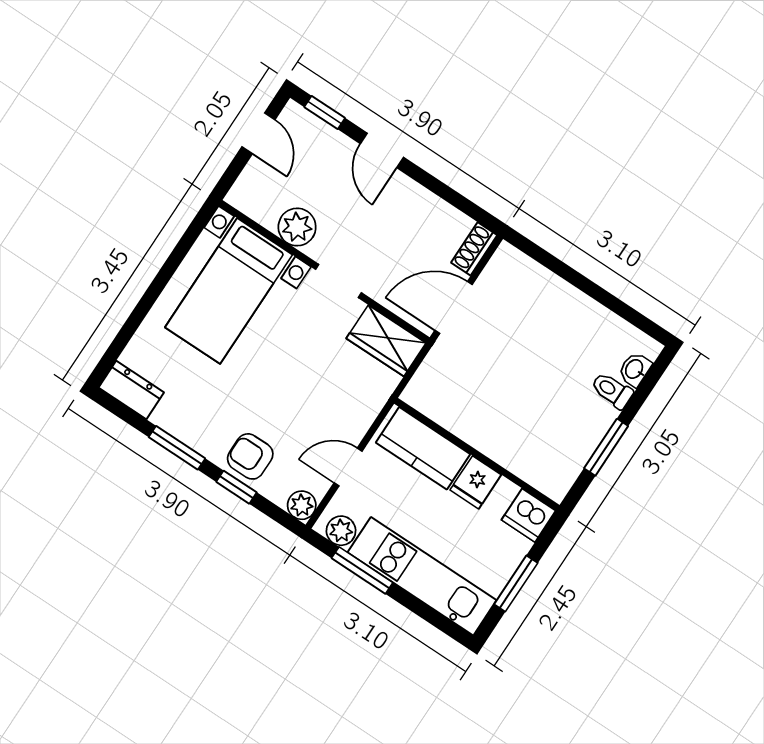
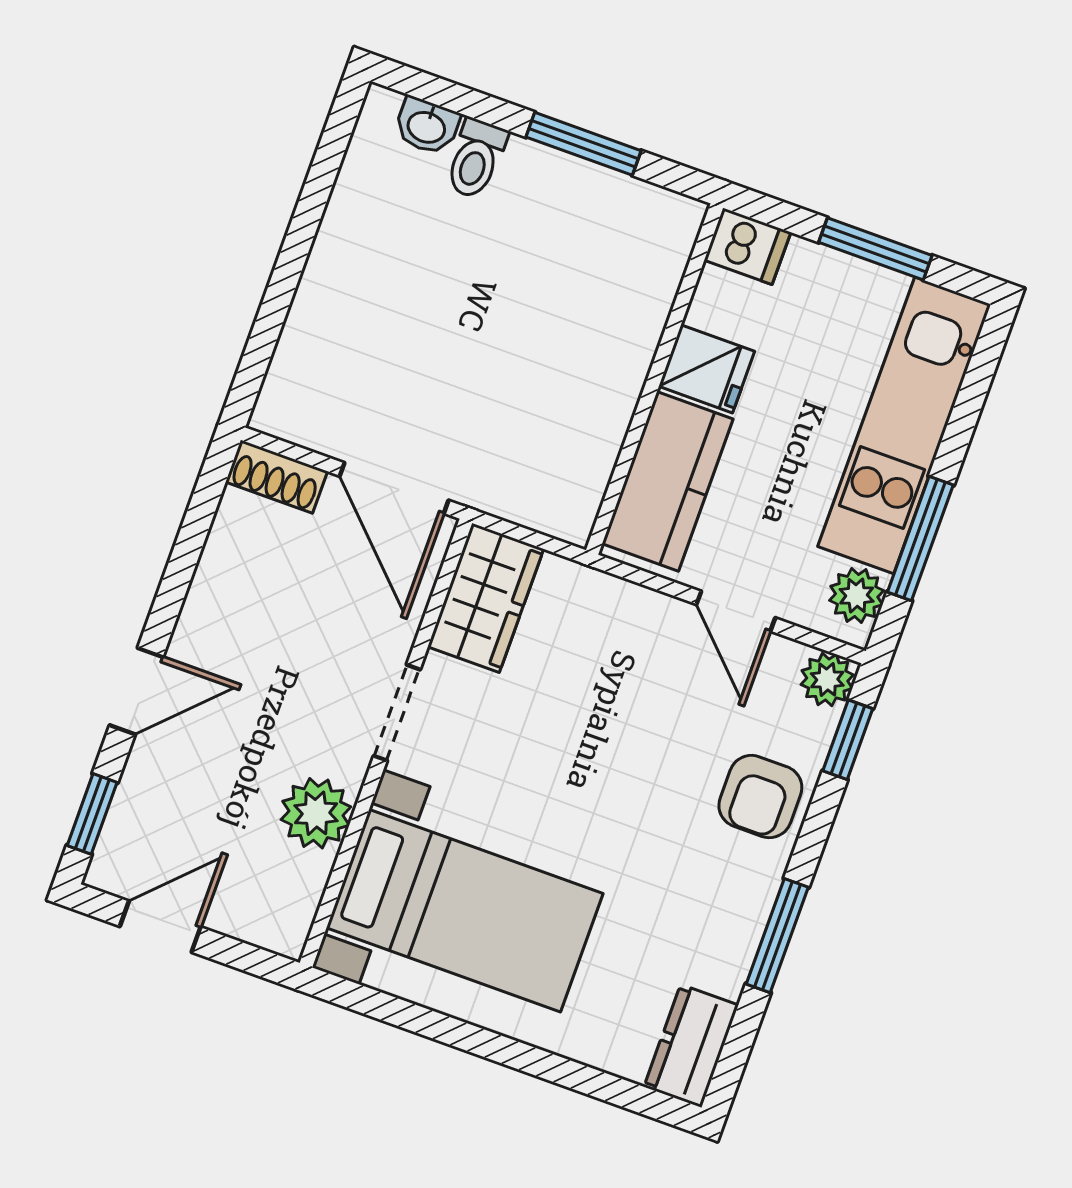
window: (237, 487) -> (848, 740), moved
dishwasher: (529, 515) -> (747, 246), width x0.73

